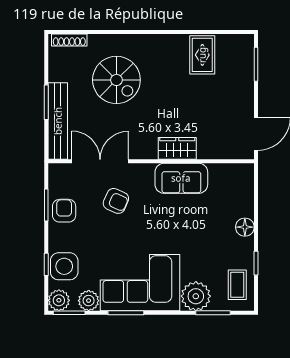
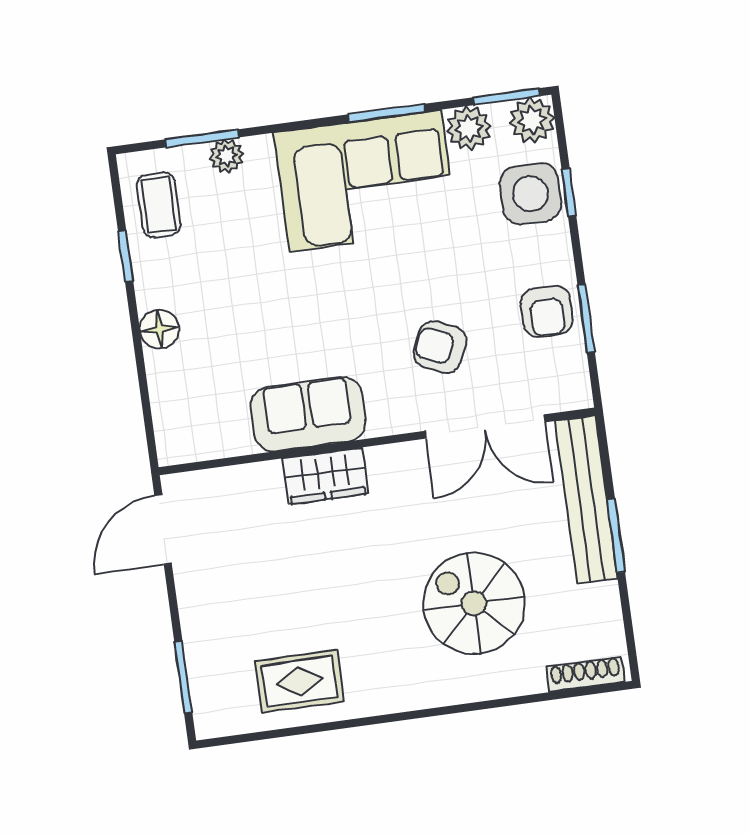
rug: (202, 55) -> (300, 681), turned 90
plant: (196, 296) -> (227, 156), width x0.53, depth x0.53

